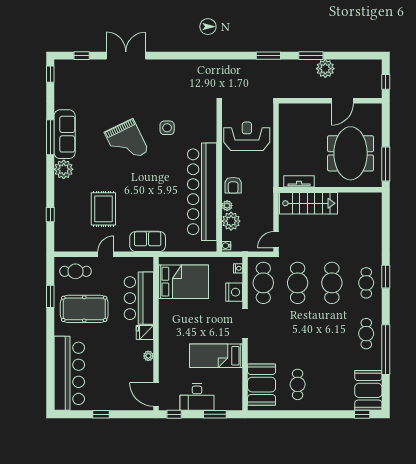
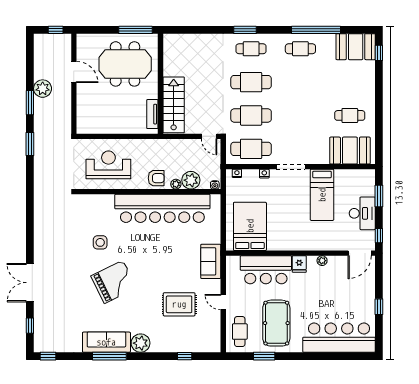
reception desk: (247, 136) -> (108, 165), turned 90
nightstand: (234, 292) -> (264, 174), width x0.53, depth x0.56

